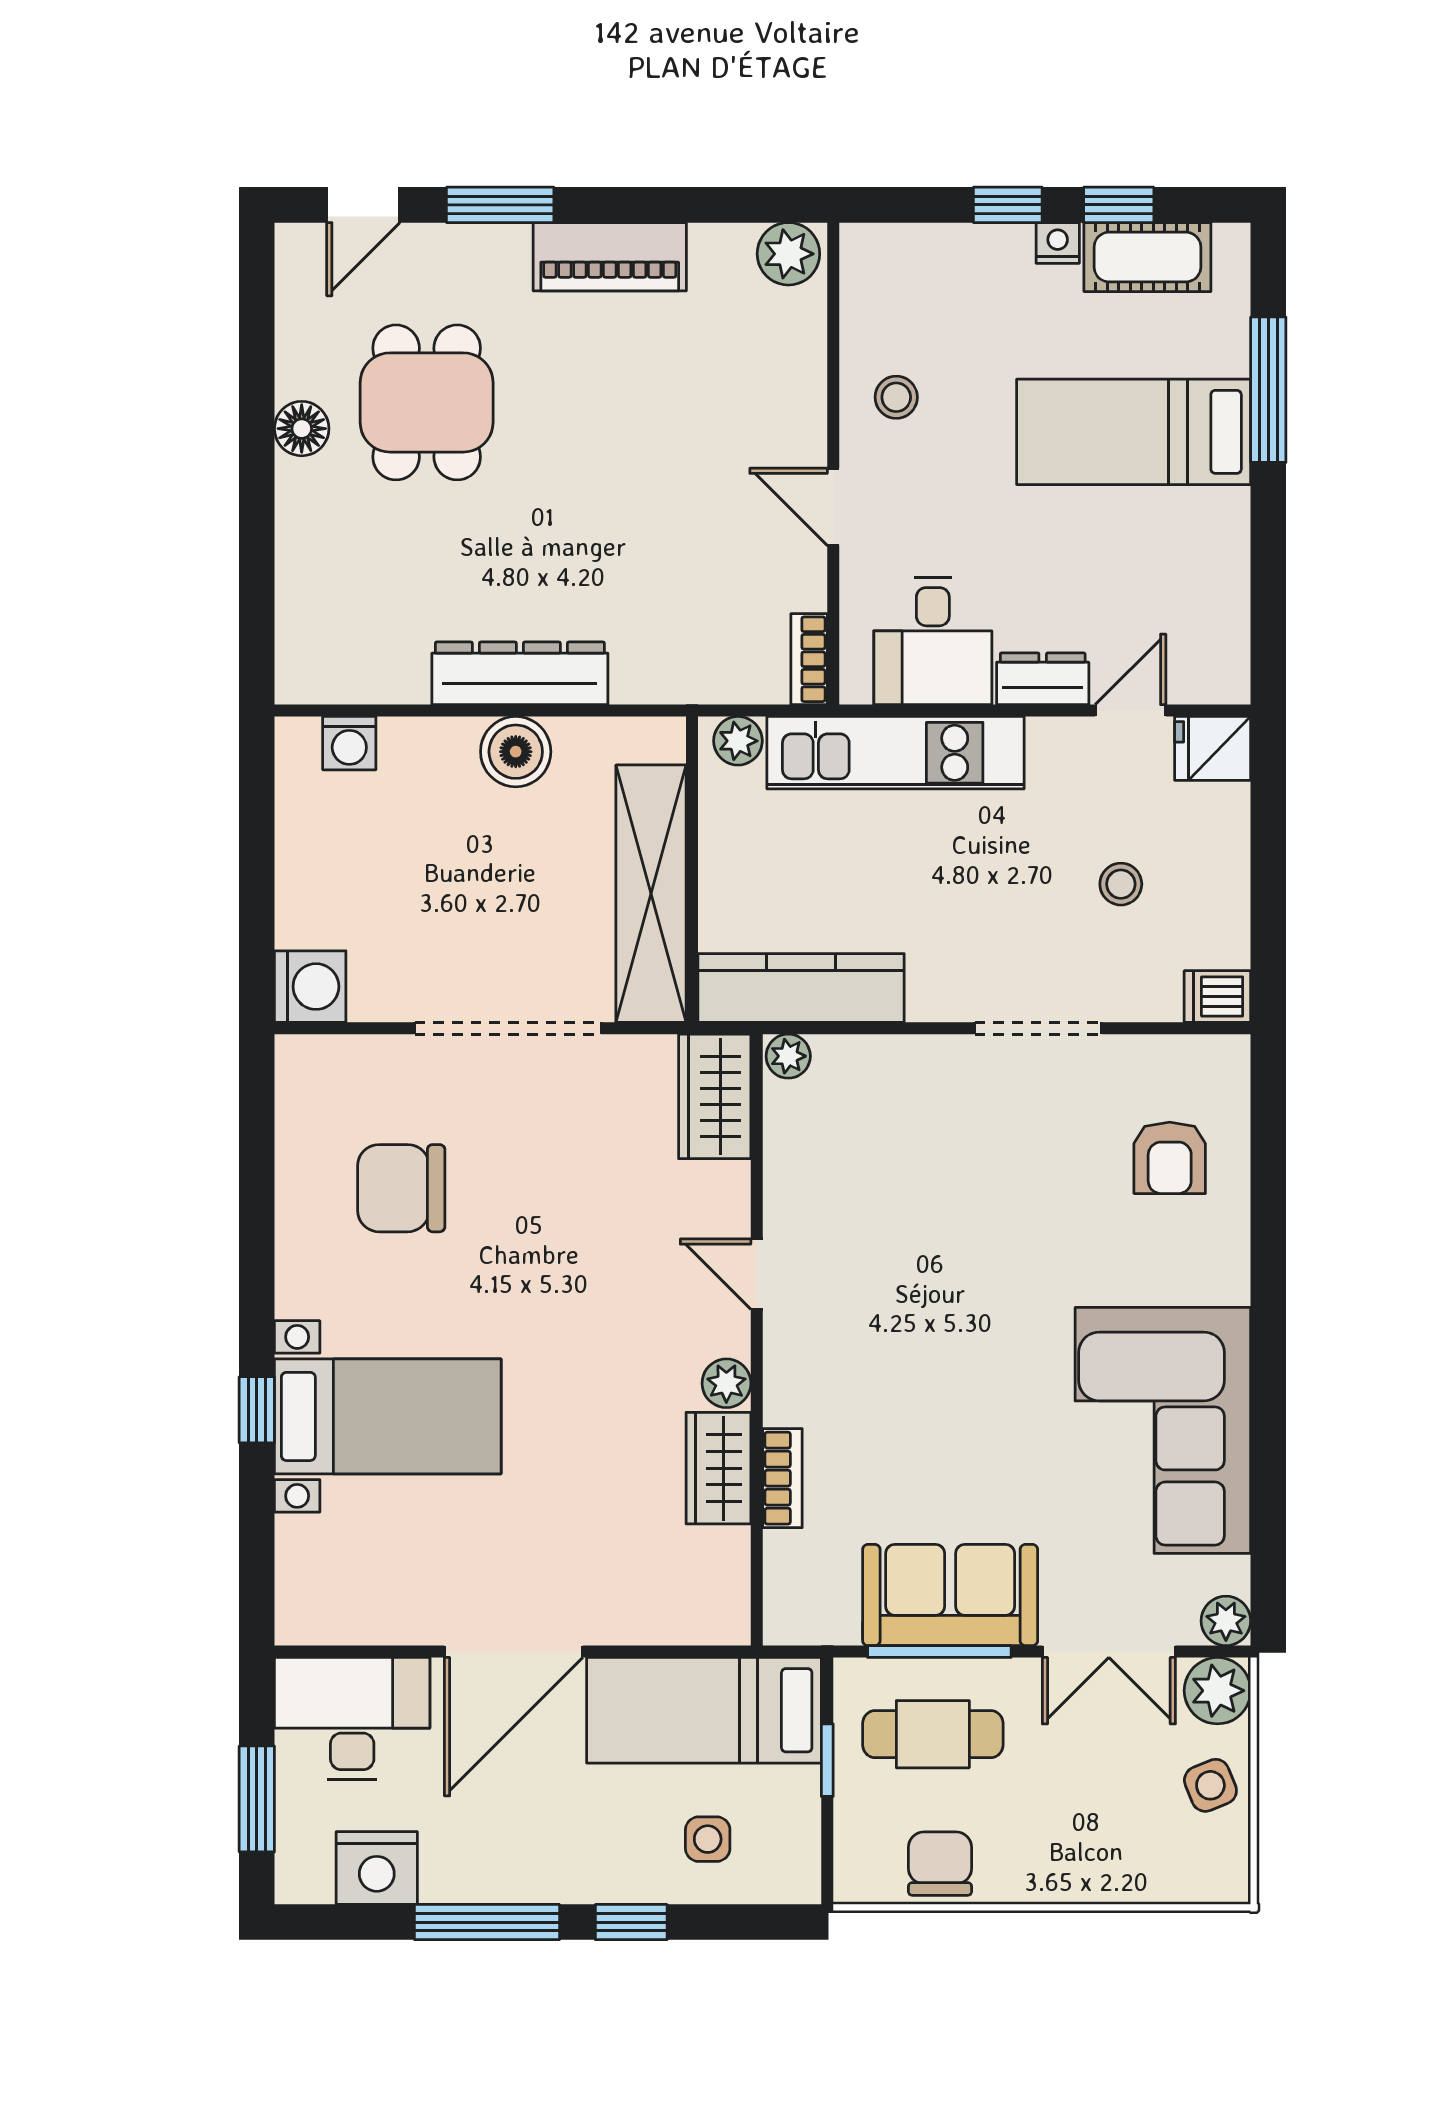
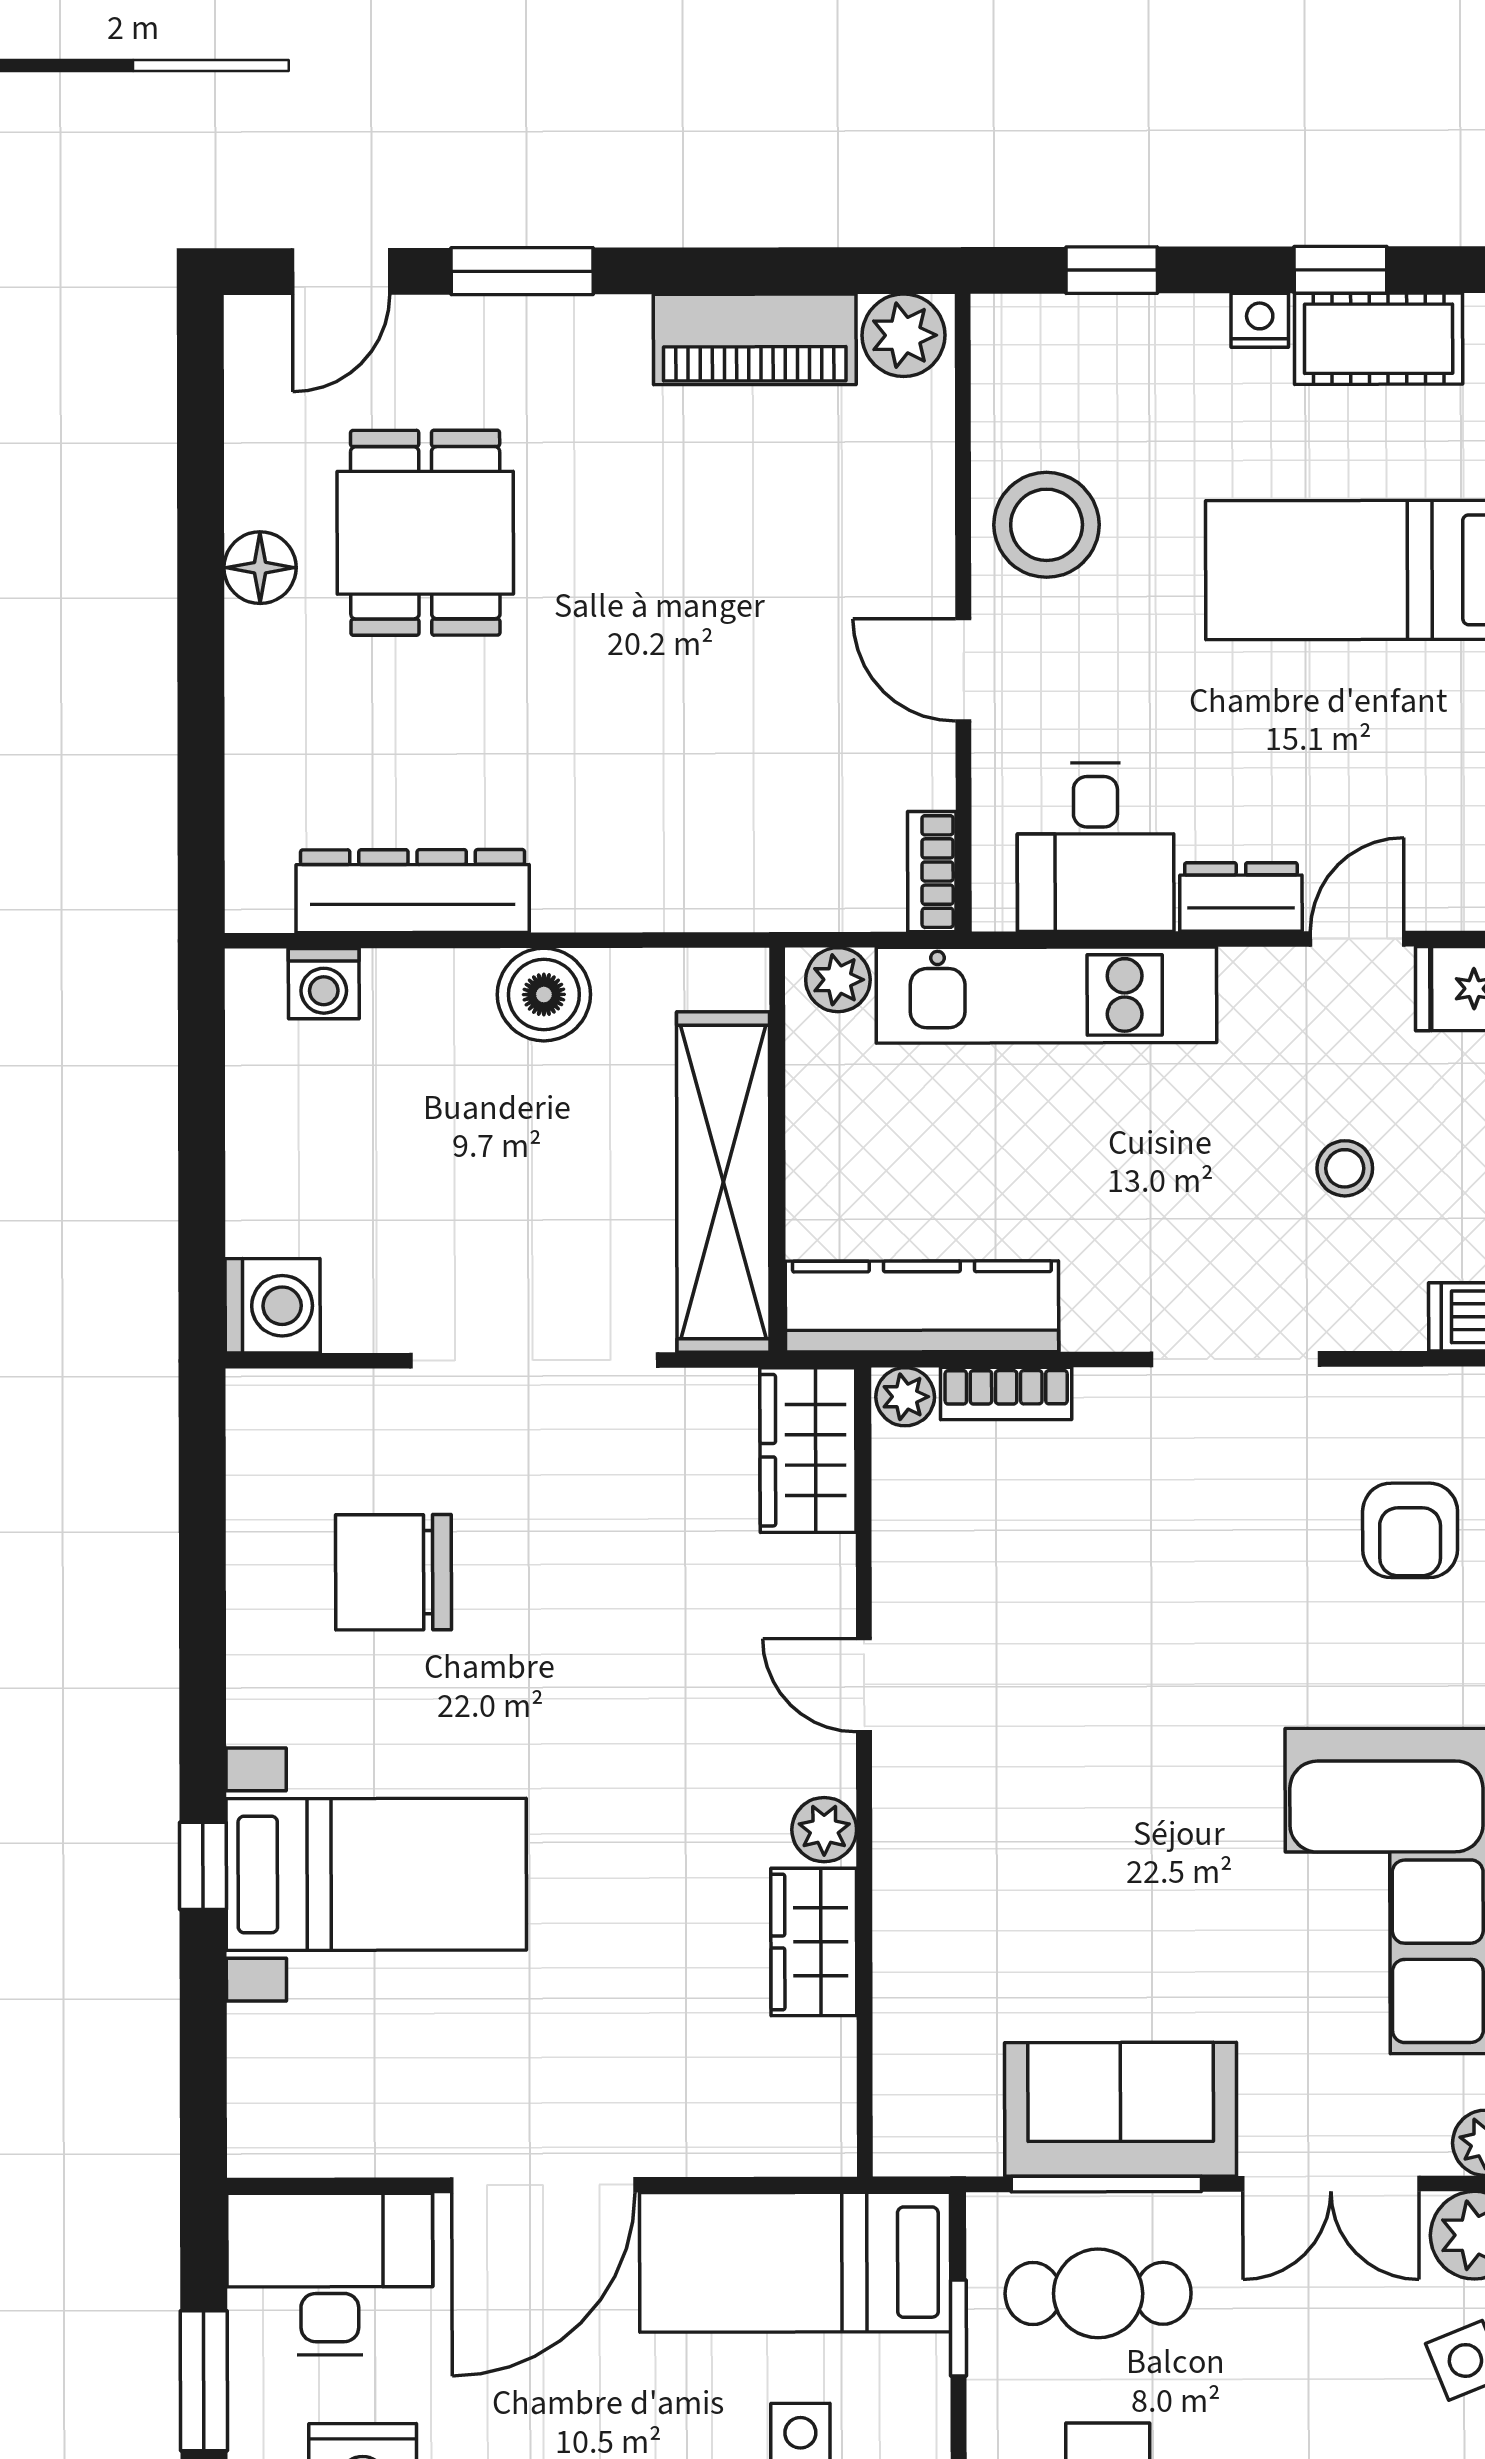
window: (1008, 205) -> (1112, 270), moved
piano: (610, 257) -> (755, 339), moved
stool: (896, 397) -> (1047, 525), width x1.89, depth x1.89
dresser: (520, 673) -> (413, 891), moved
bookcase: (782, 1478) -> (1006, 1394), moved, turned 90

